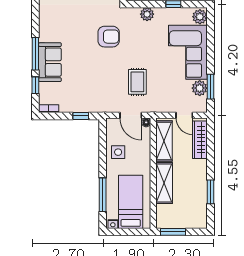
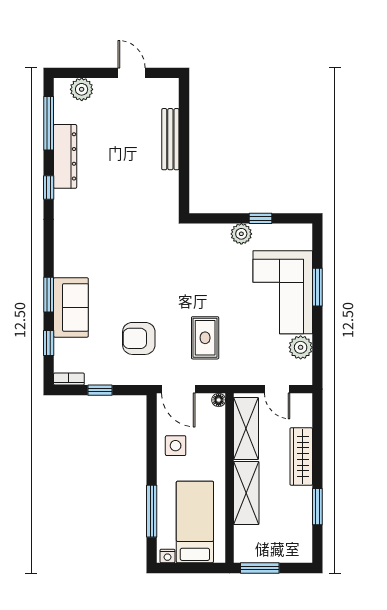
plant: (147, 14) -> (241, 234), moved
plant: (200, 17) -> (301, 238), removed
armchair: (109, 37) -> (139, 338), moved, turned 180
window: (35, 54) -> (49, 295), width x0.69
window: (211, 87) -> (317, 287), moved
door: (131, 115) -> (178, 389), moved
window: (81, 116) -> (100, 390), moved
wardrobe: (200, 140) -> (301, 456), moved

